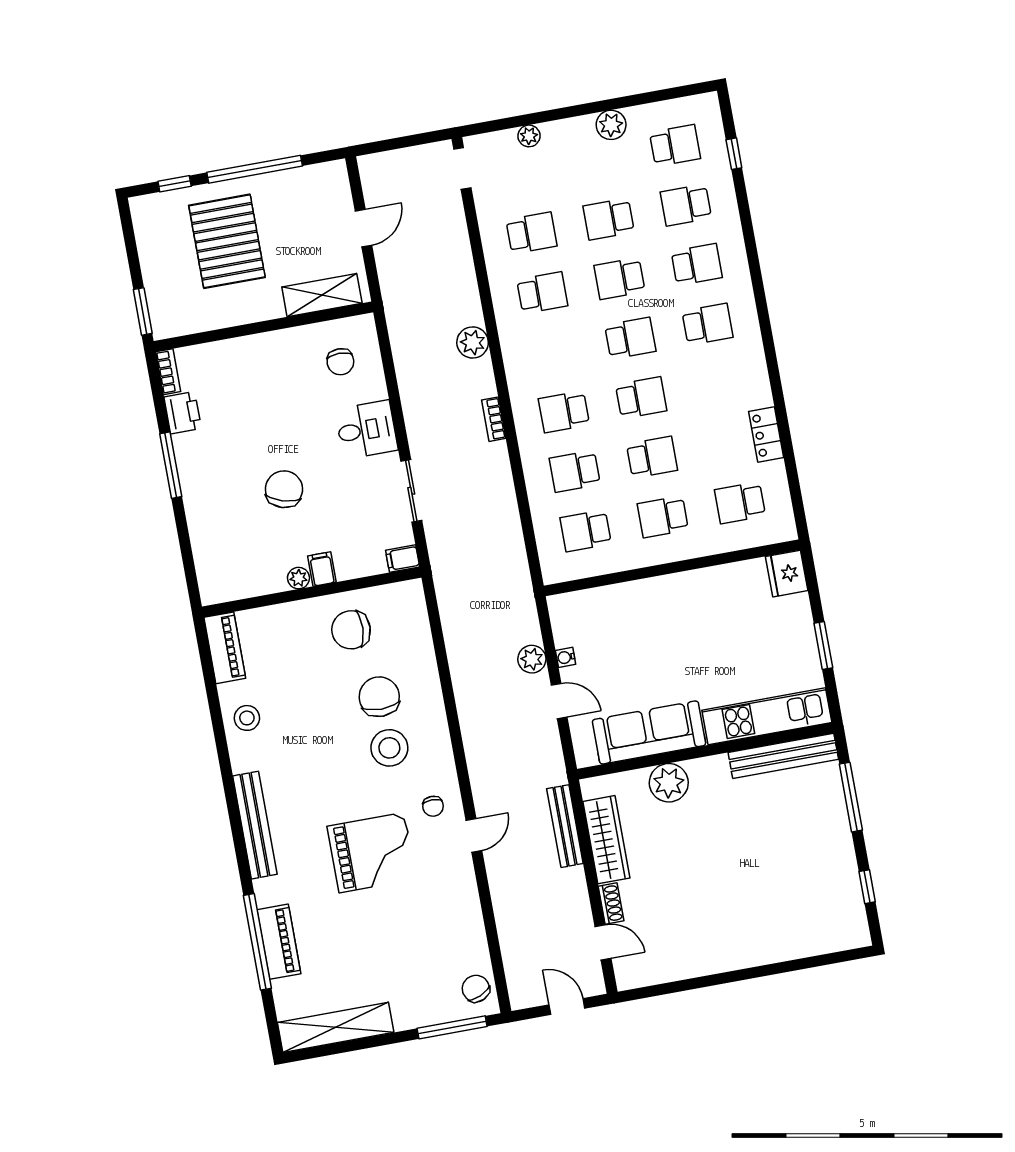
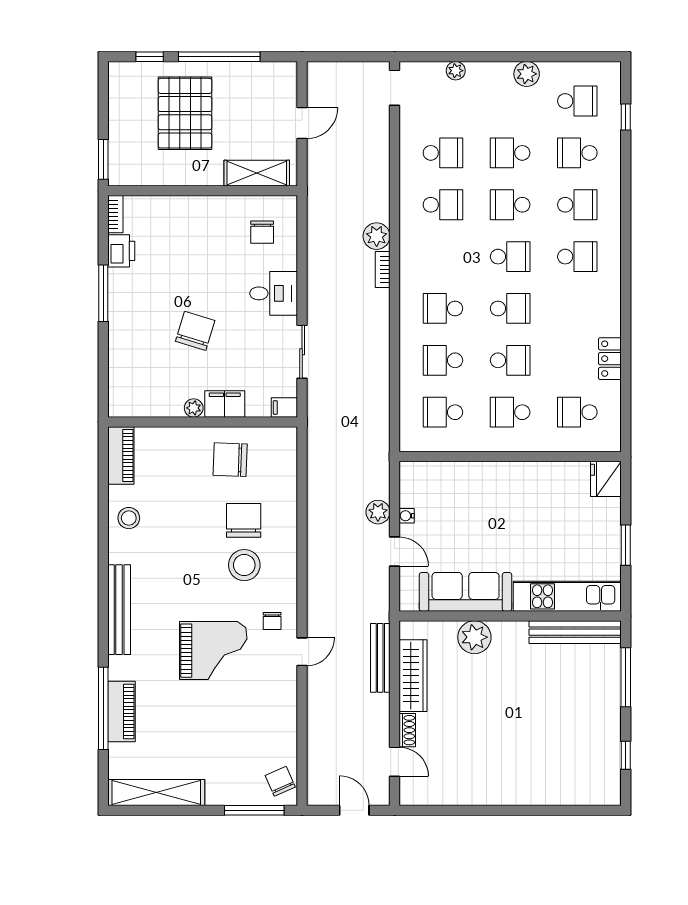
bookcase: (494, 419) -> (383, 270), moved
filing cabinet: (322, 569) -> (225, 404), width x2.00

